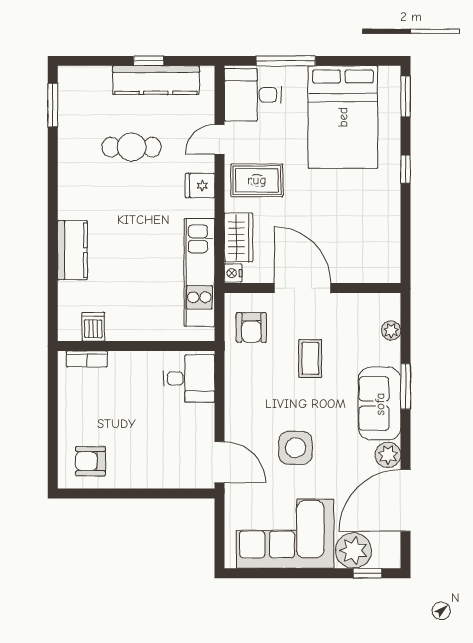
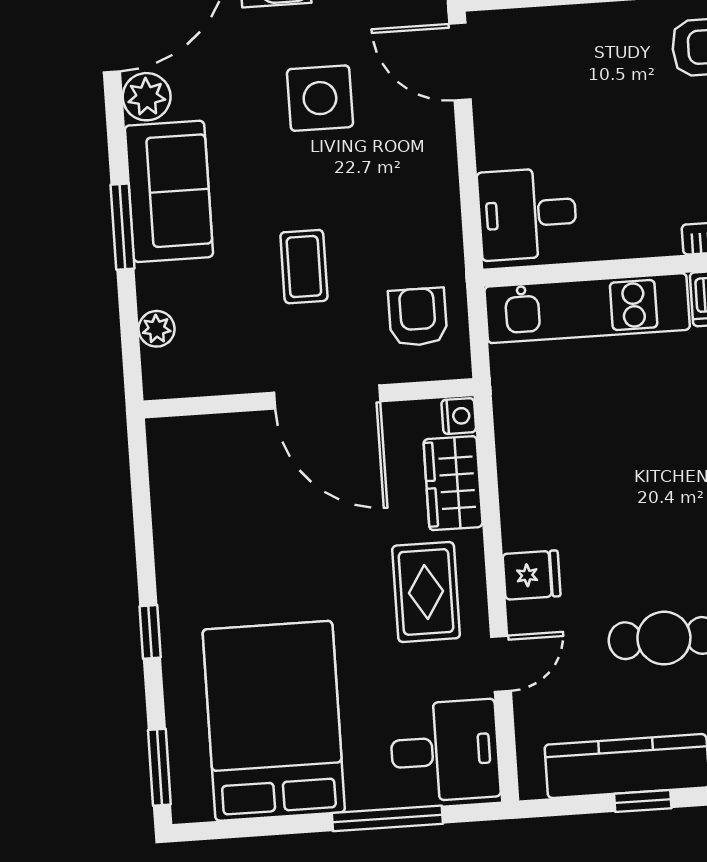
rug: (257, 180) -> (426, 592), turned 90
kitchen unit: (199, 272) -> (587, 308), moved, turned 90

